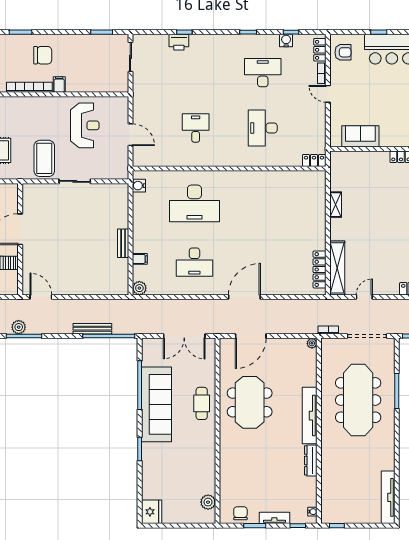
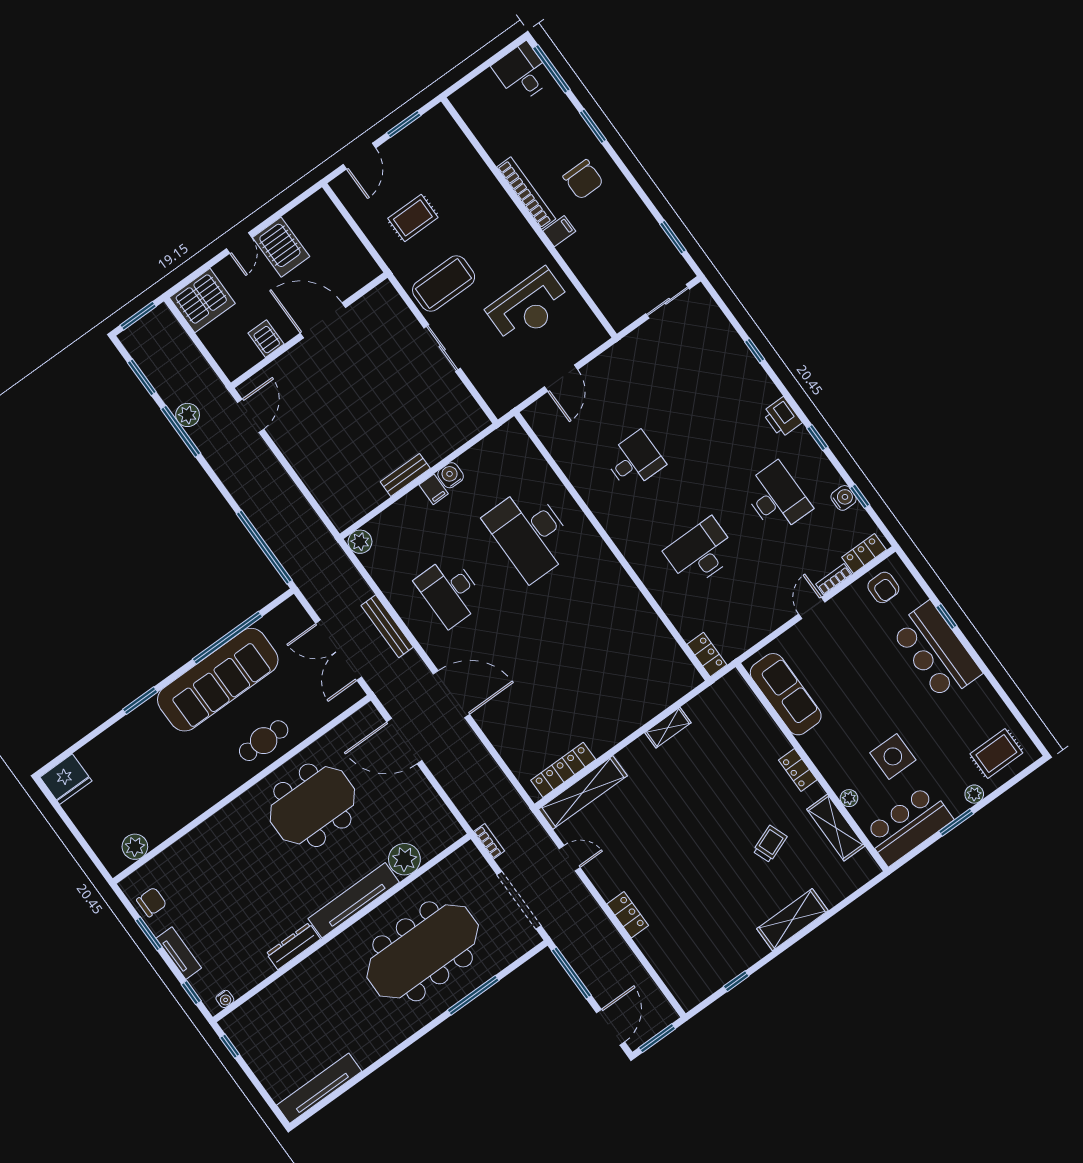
printer: (179, 42) -> (782, 417), moved
sofa: (360, 136) -> (786, 694), width x1.36
water cooler: (139, 186) -> (451, 475), moved
filing cabinet: (140, 259) -> (434, 489), moved
bench: (92, 329) -> (387, 626), moved
plant: (312, 343) -> (404, 859), moved, width x1.88, depth x1.88

